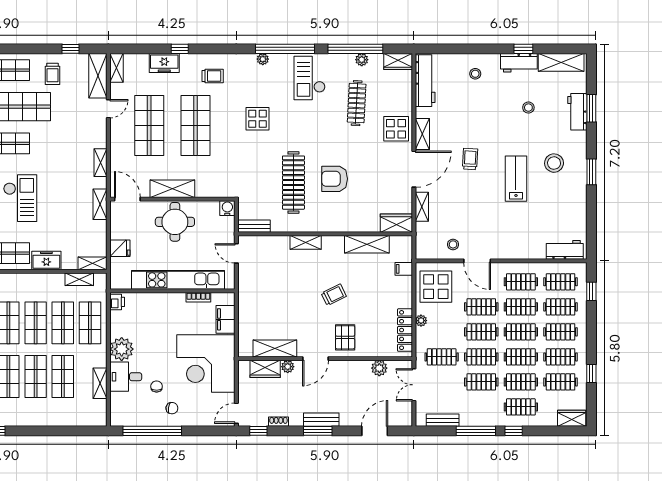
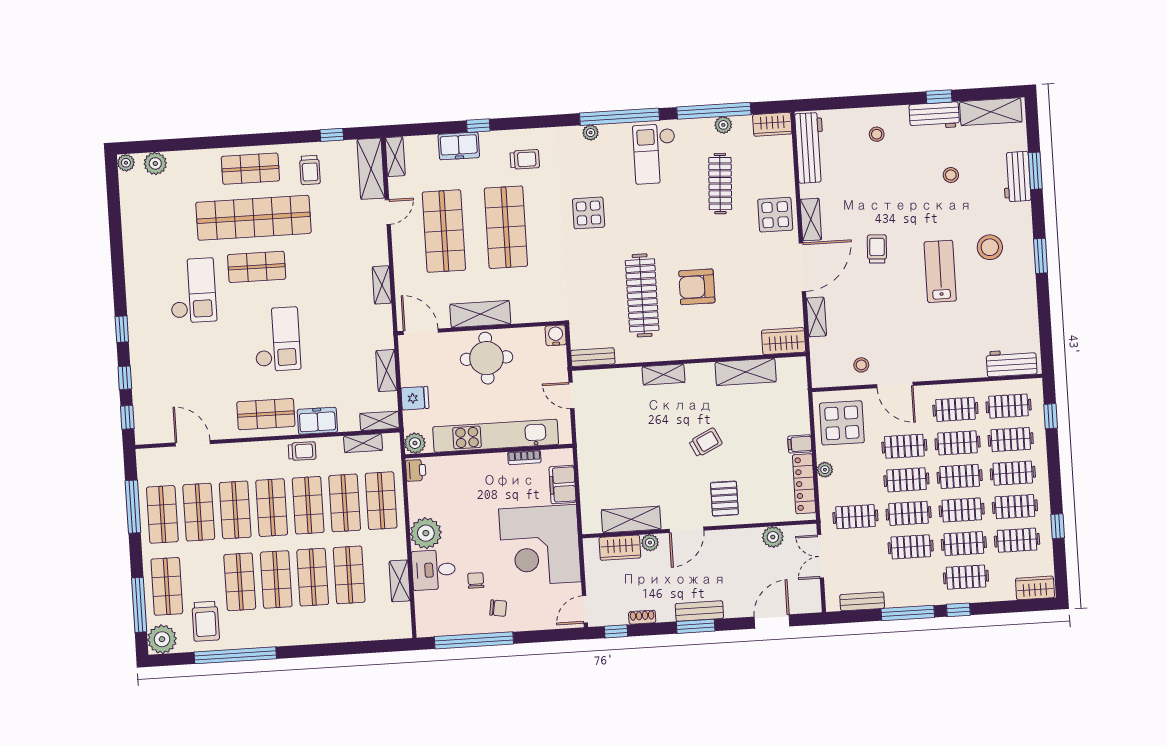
shelving: (100, 204) -> (386, 371), moved
filing cabinet: (404, 269) -> (800, 444), moved
trolley: (34, 282) -> (302, 451), added
plant: (118, 282) -> (415, 443), added

